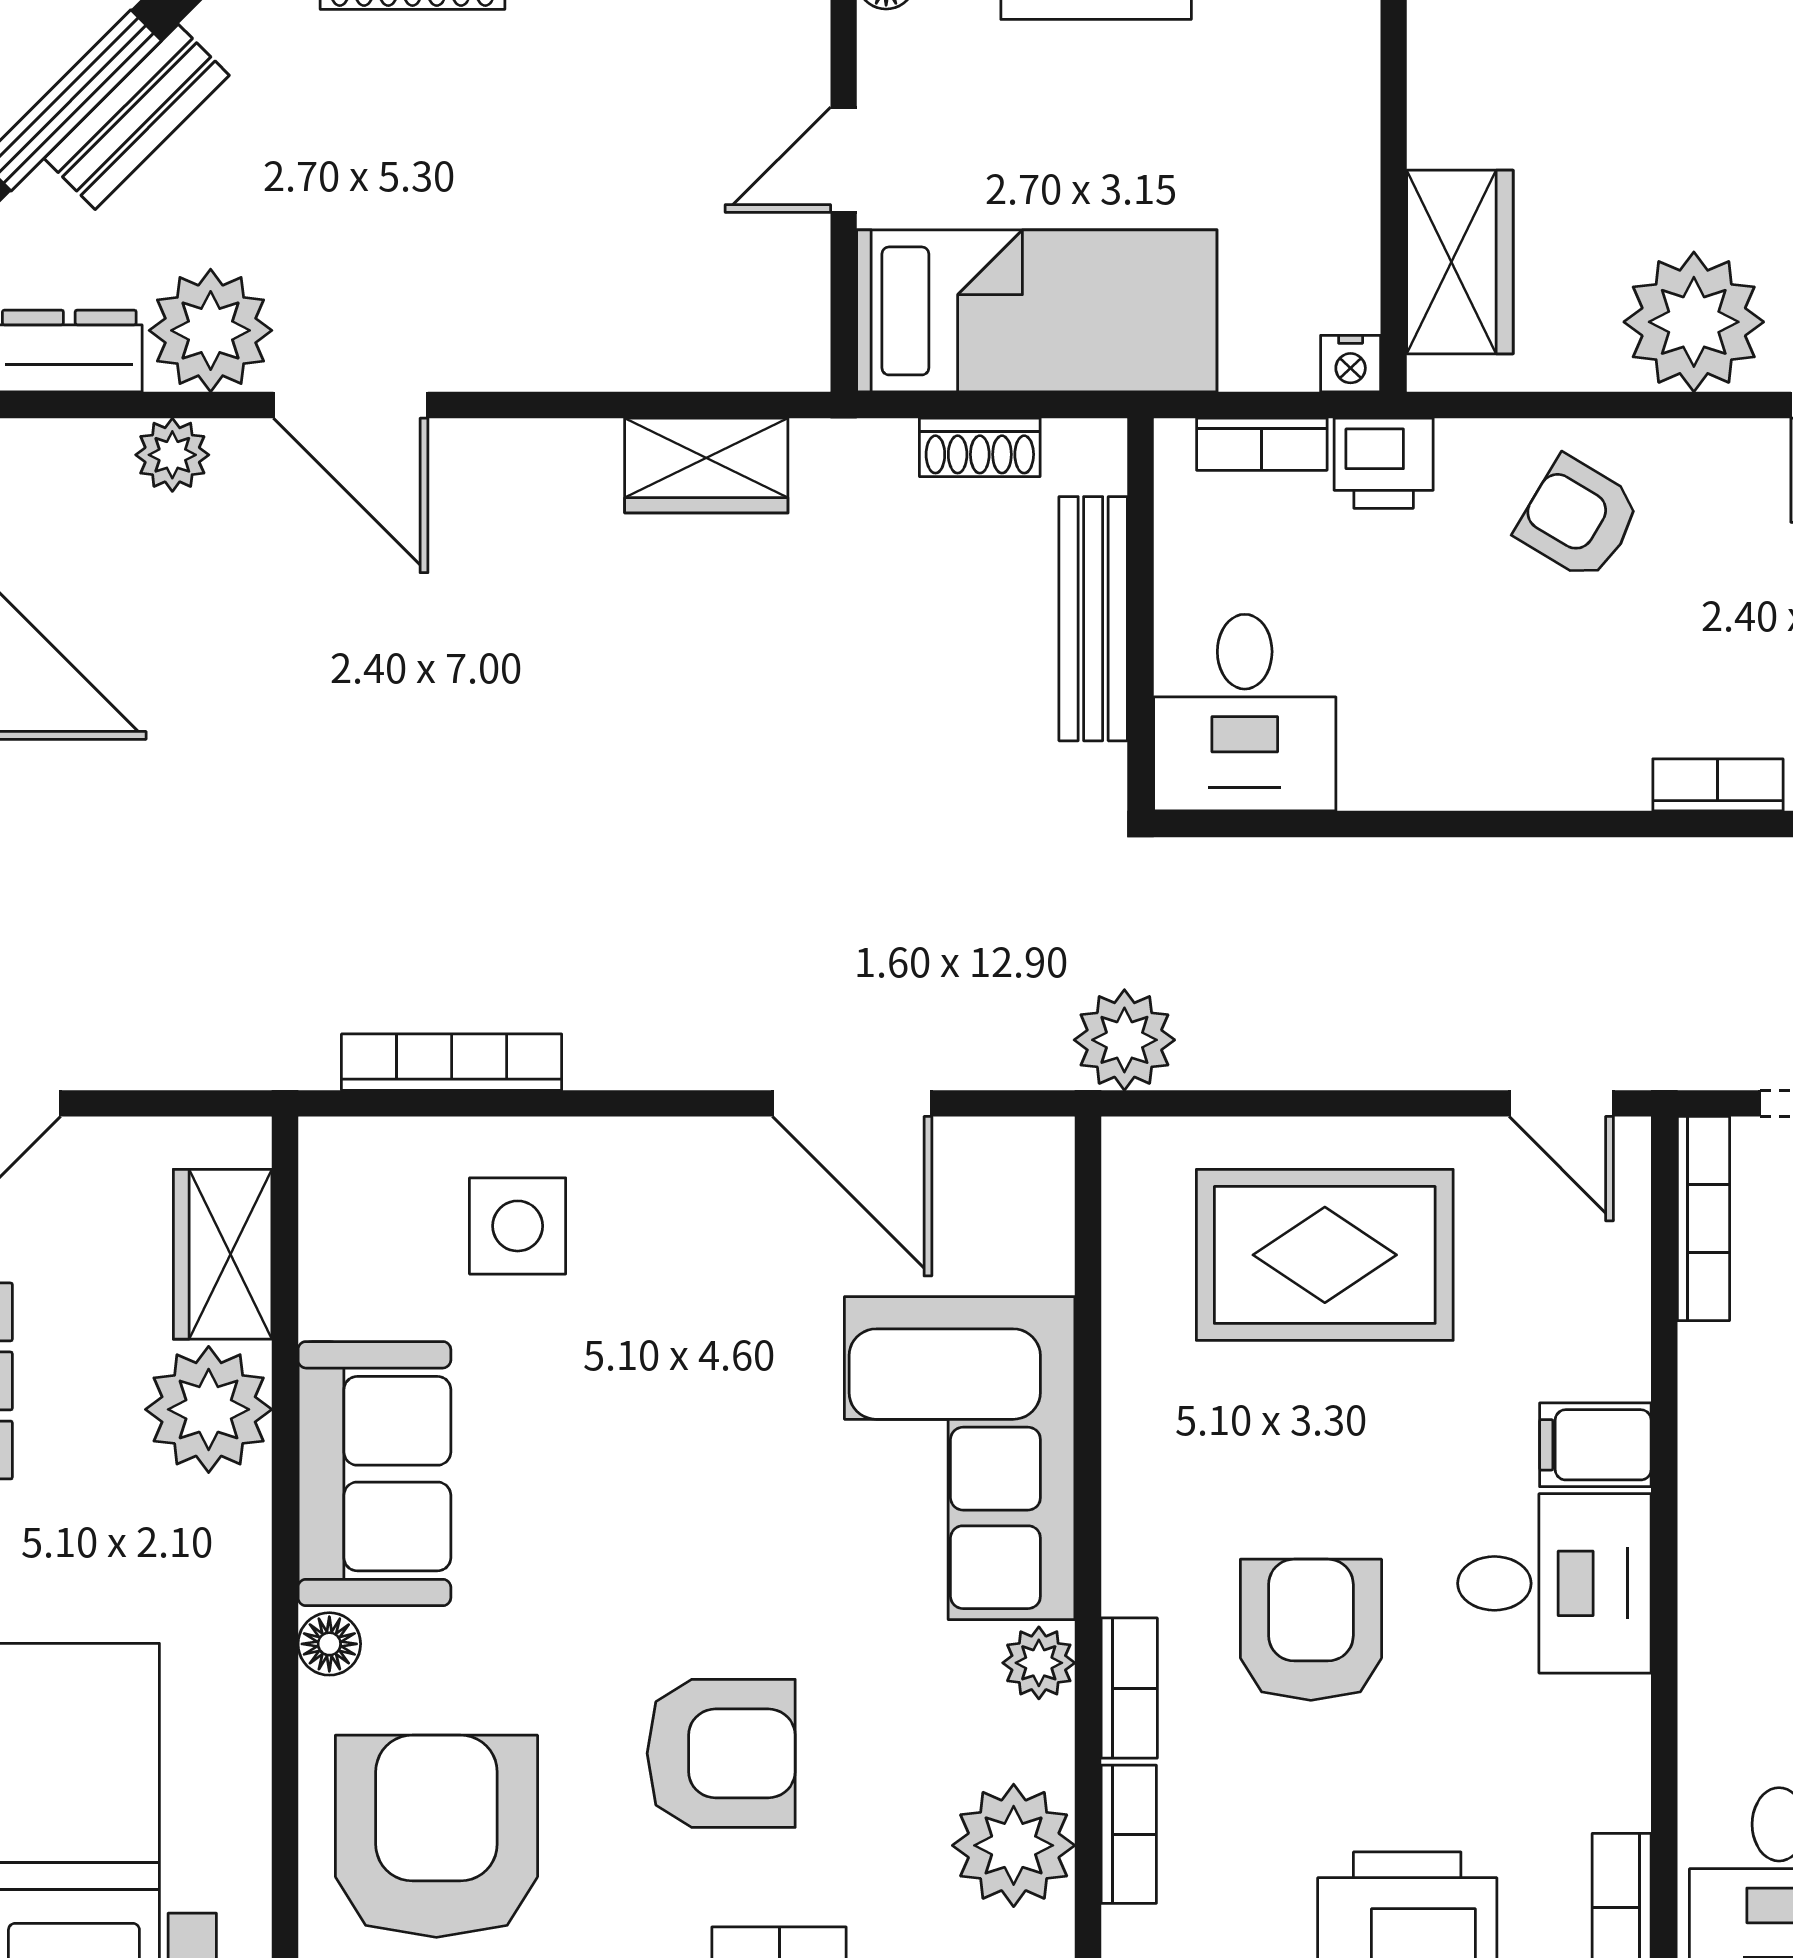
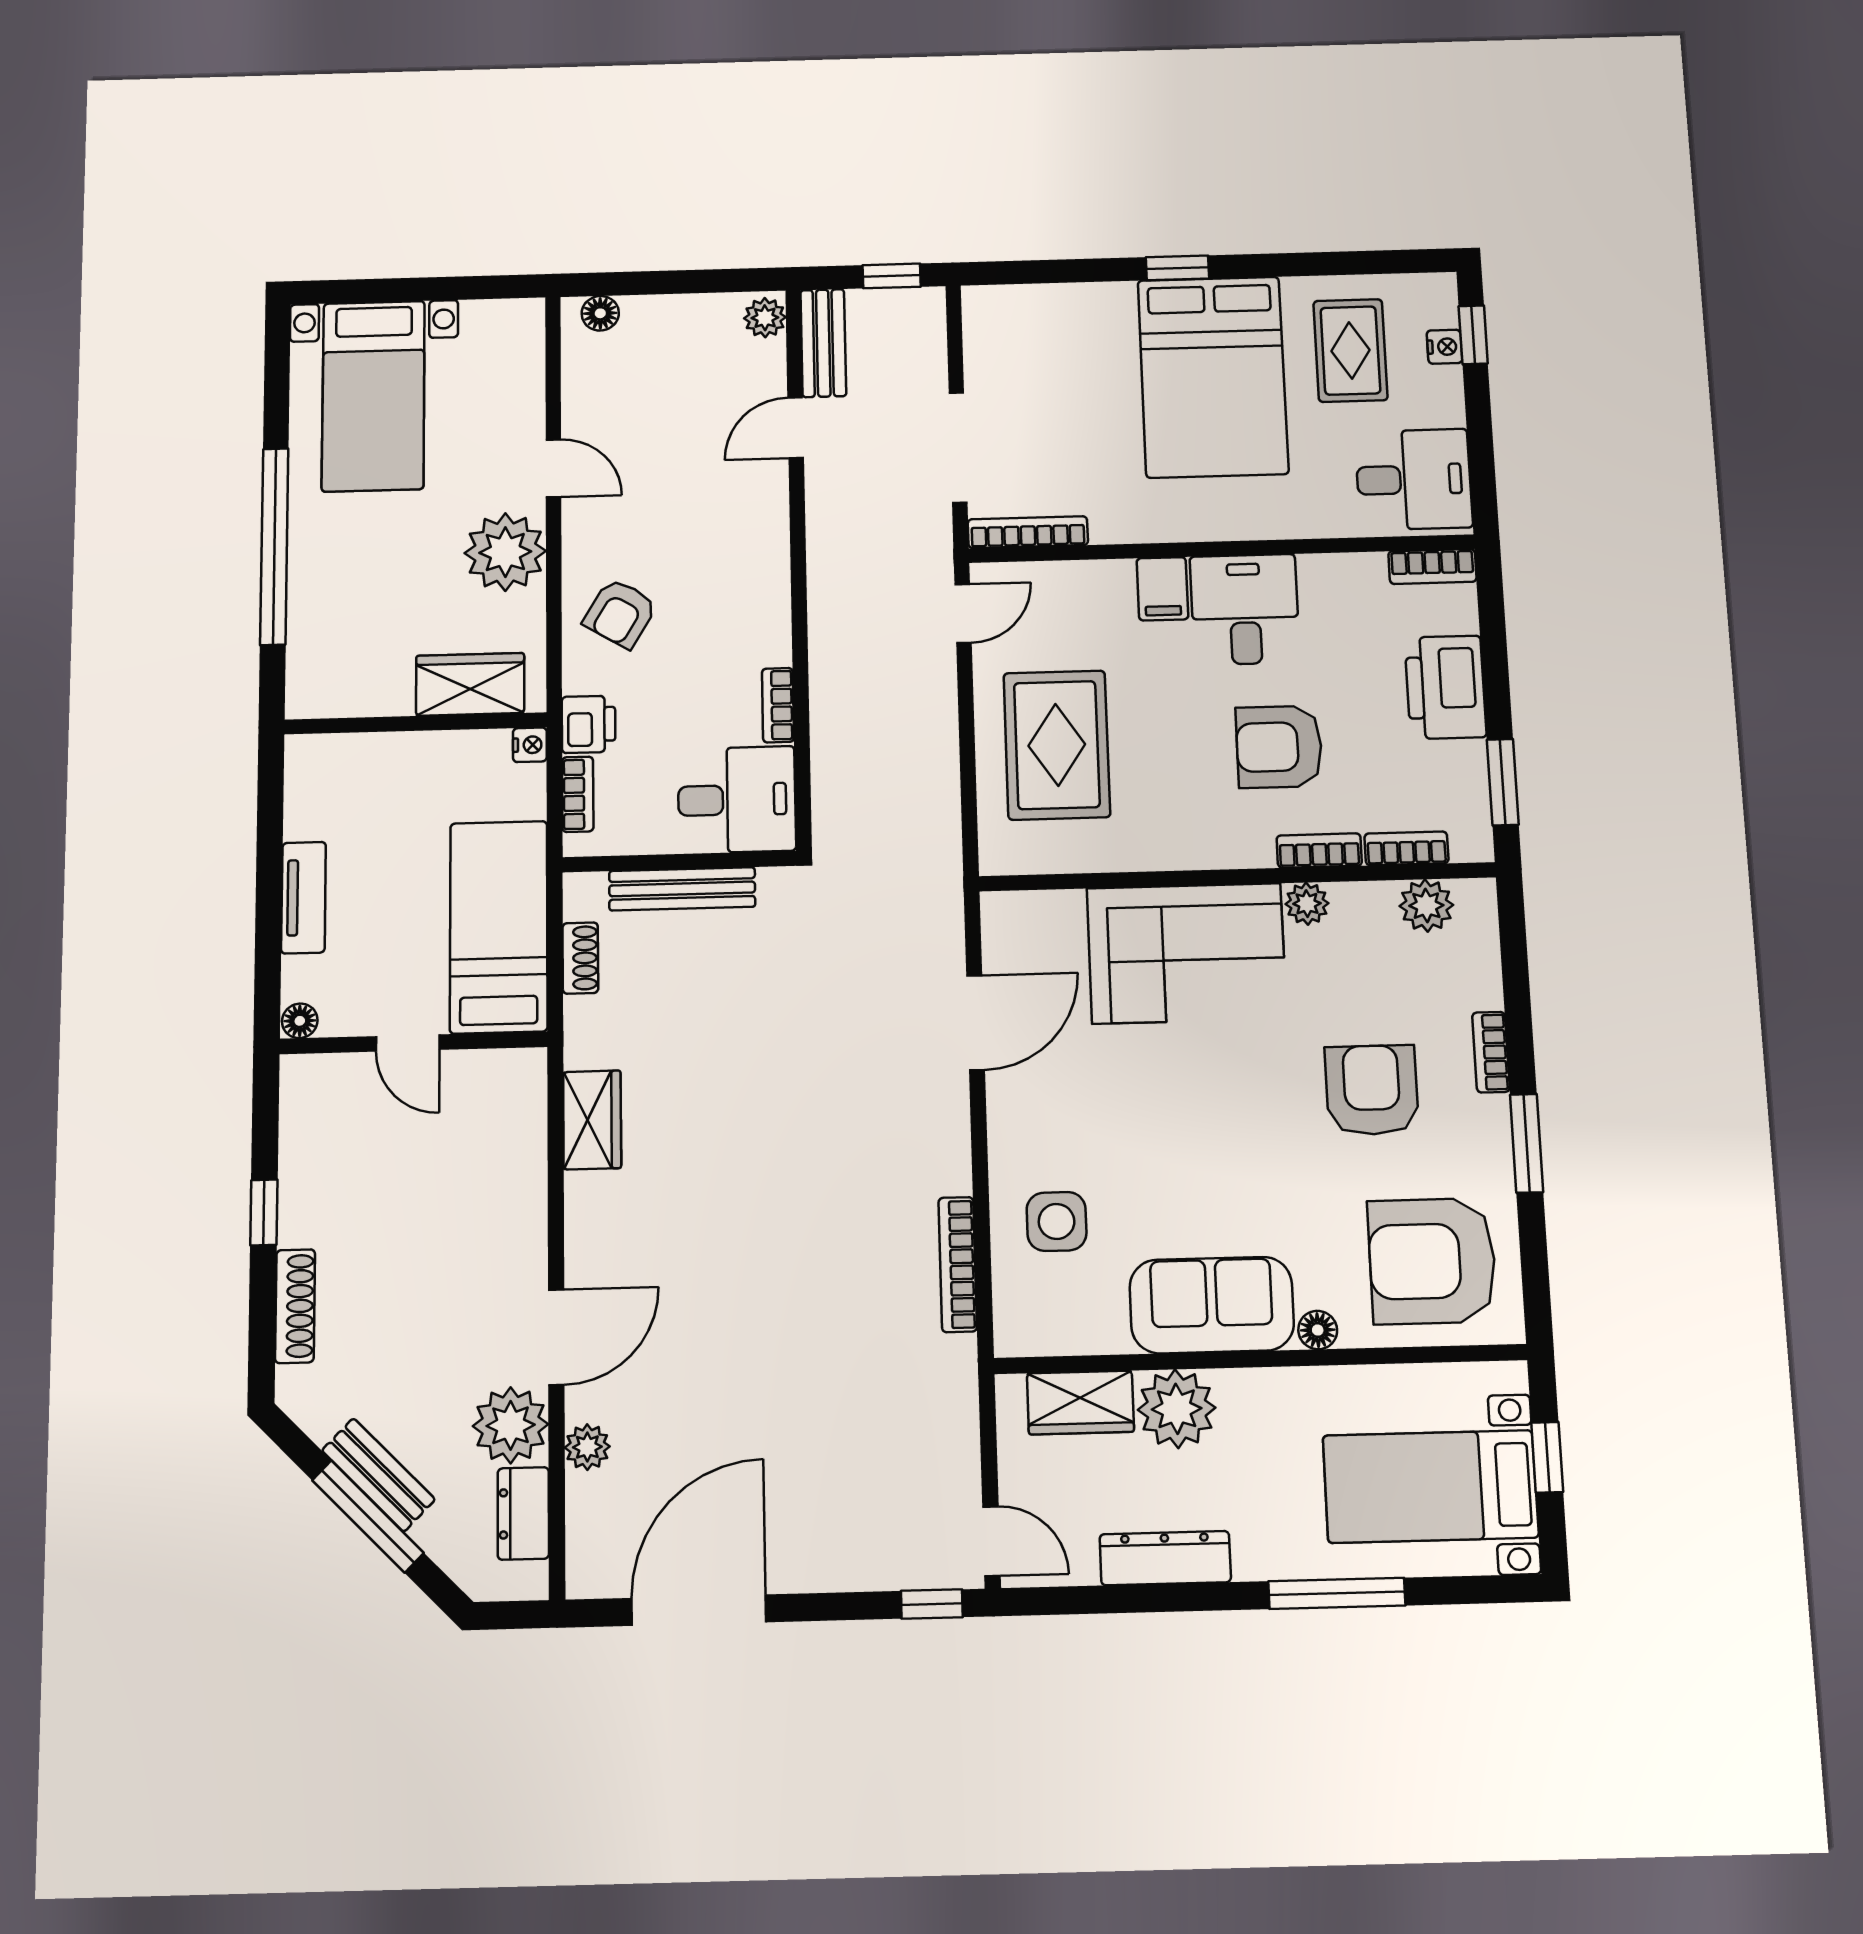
bookcase: (1718, 785) -> (778, 705), moved
plant: (1124, 1040) -> (933, 864), removed
plant: (1014, 1845) -> (1426, 906), width x0.73, depth x0.73

